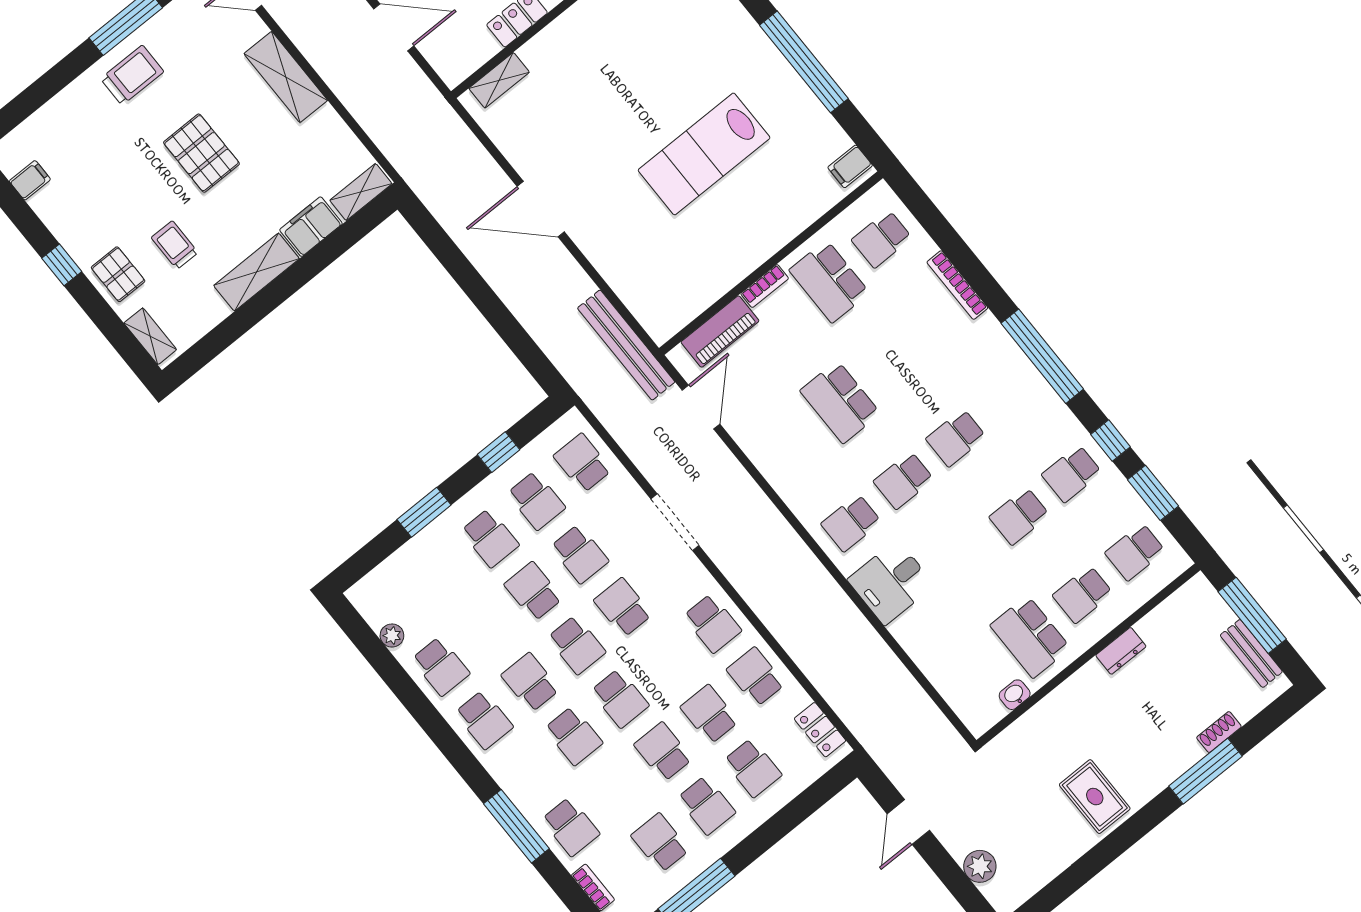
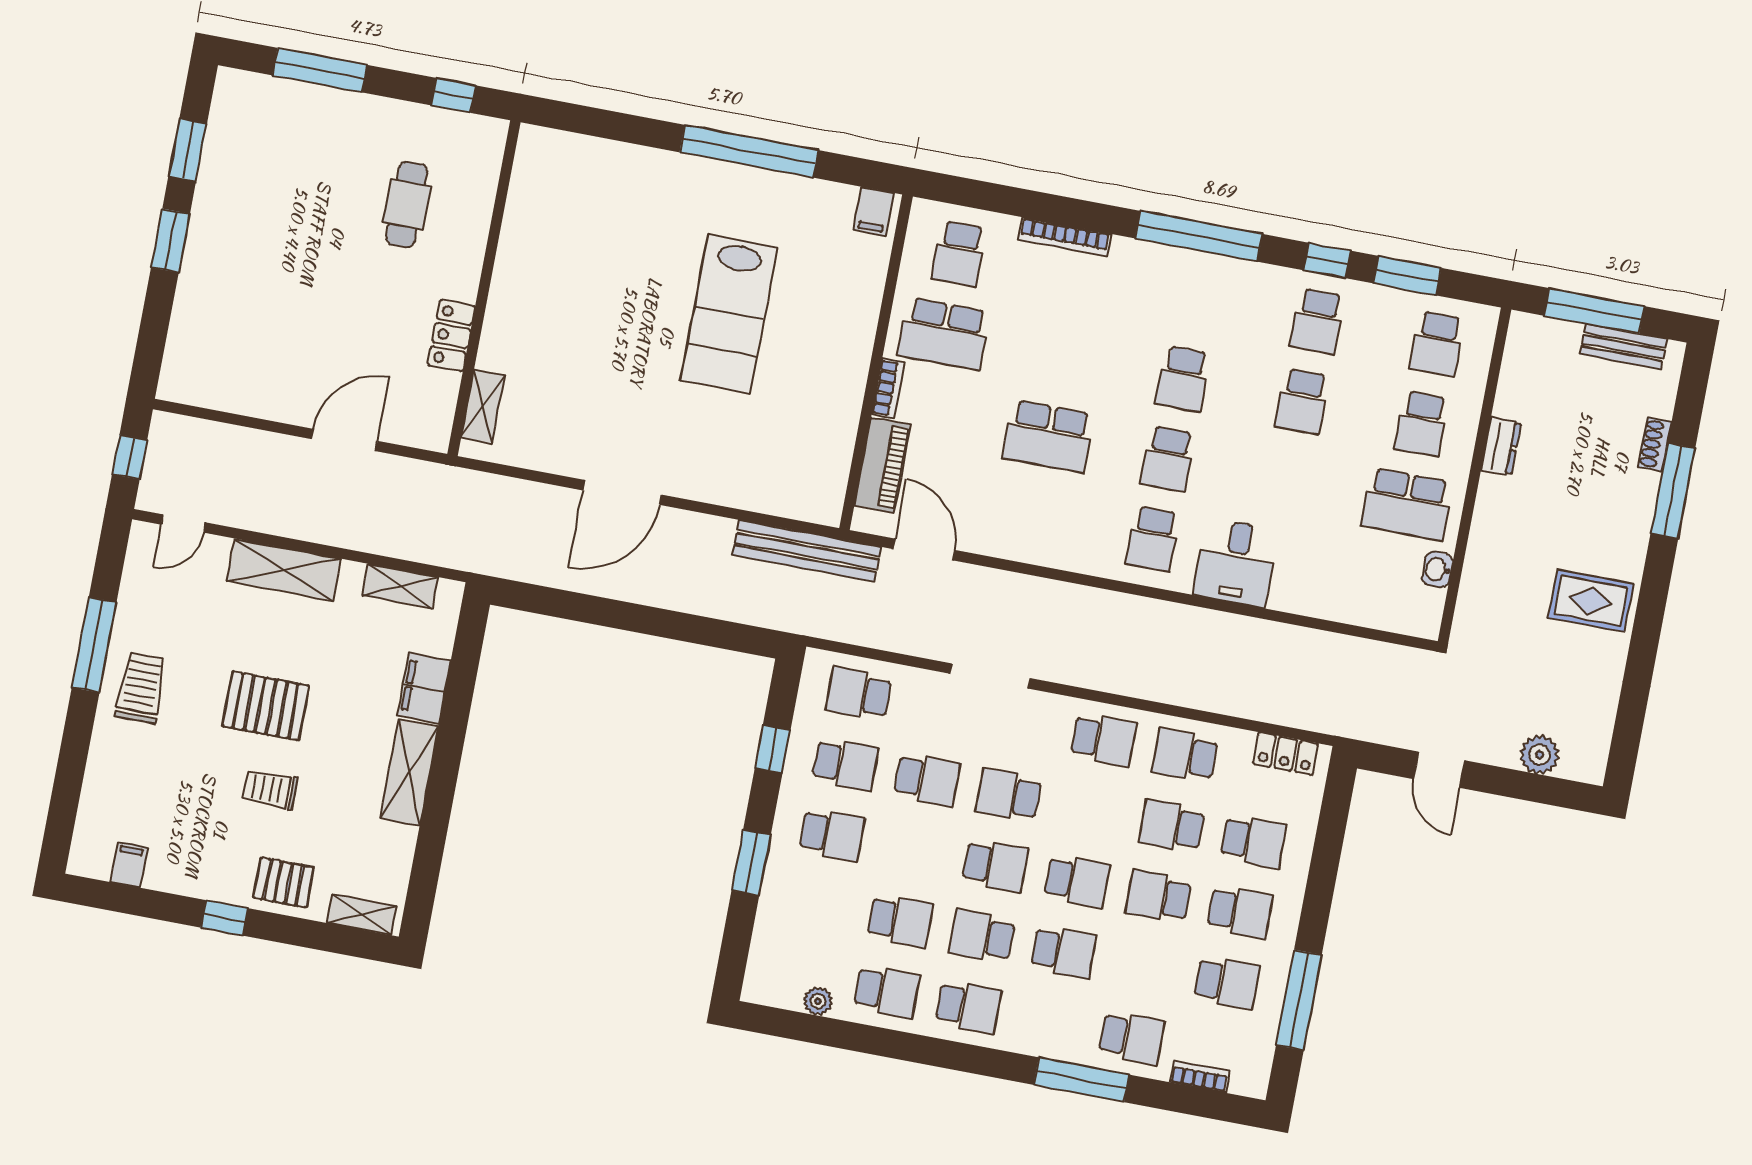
shelving: (361, 192) -> (400, 586), moved, turned 90
trolley: (175, 245) -> (270, 789), moved
school desk: (533, 591) -> (900, 921), moved, turned 180
school desk: (660, 843) -> (1227, 983), turned 180

